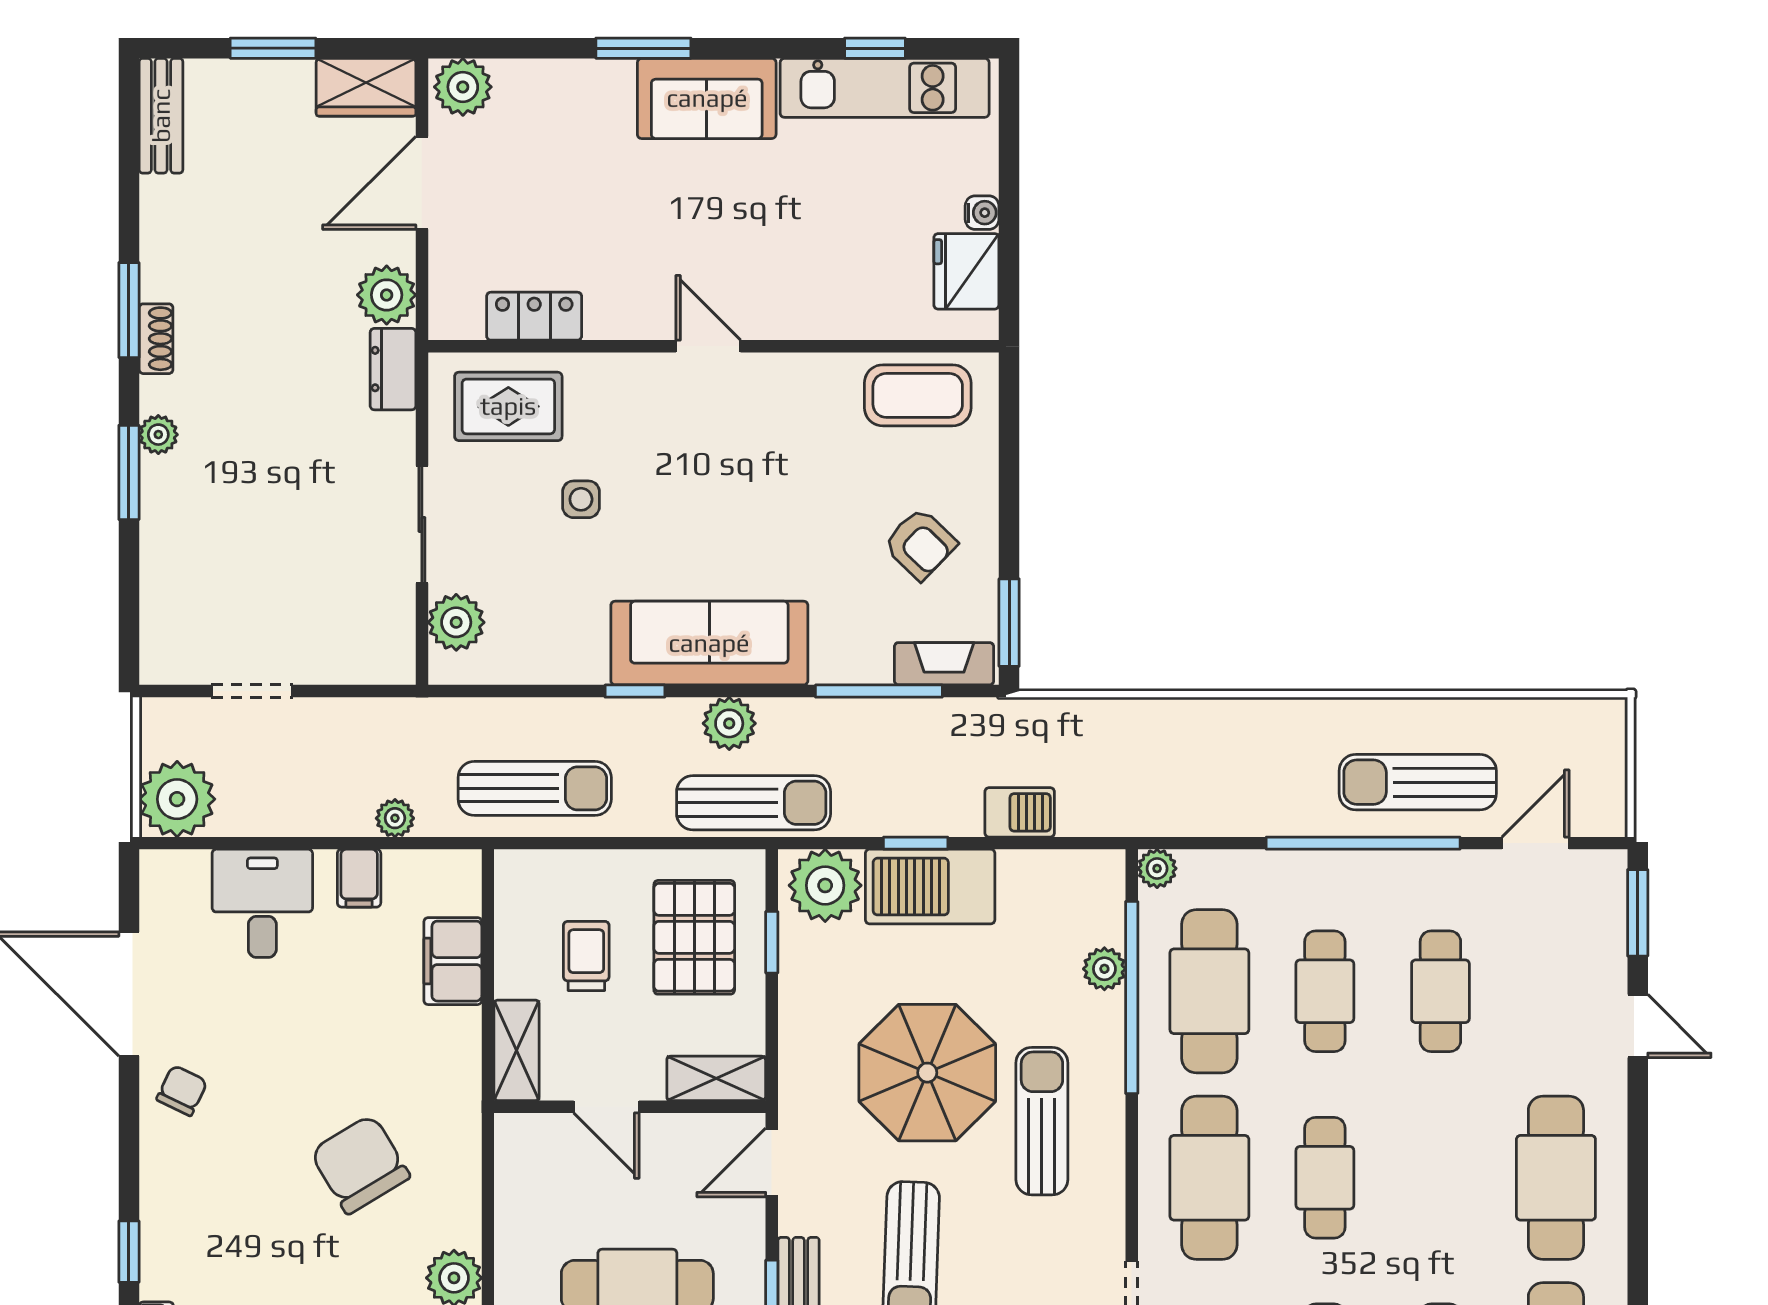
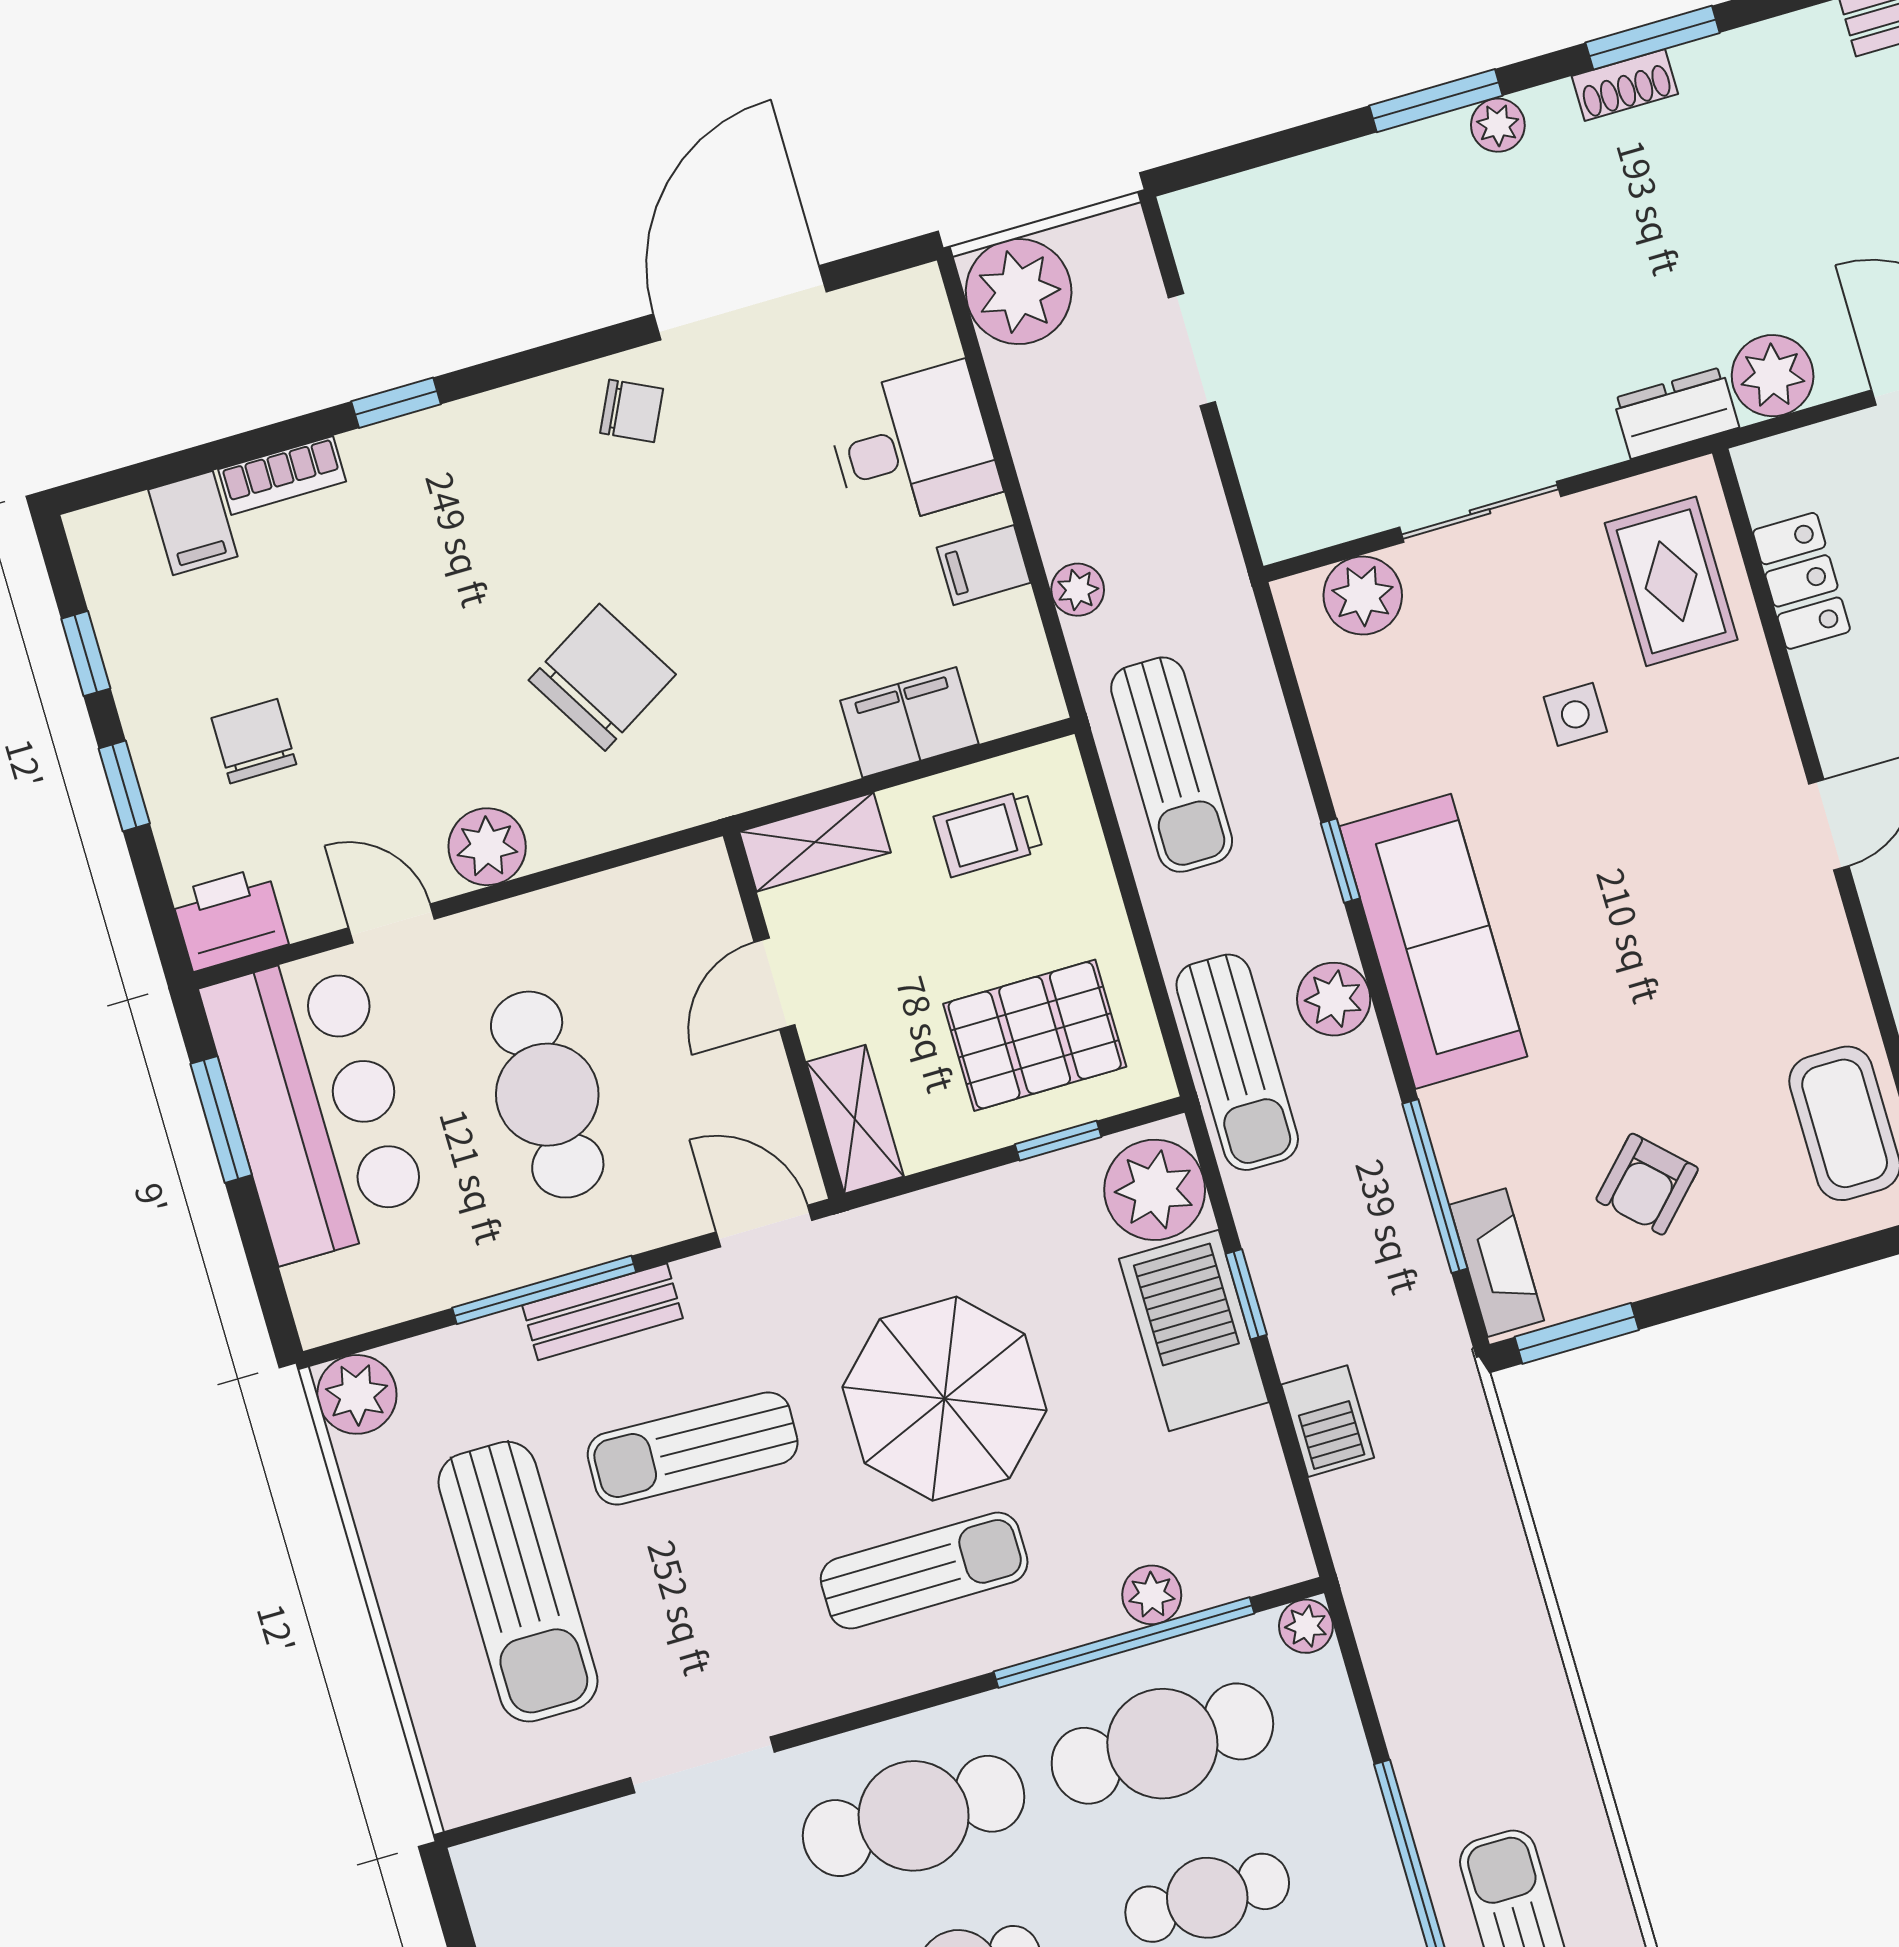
trolley: (586, 956) -> (988, 834), moved, turned 180

